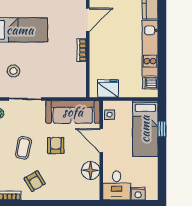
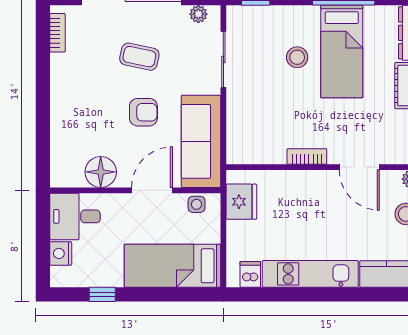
stool: (13, 71) -> (297, 57), moved
window: (162, 129) -> (102, 294), moved
armchair: (35, 181) -> (82, 76), removed

